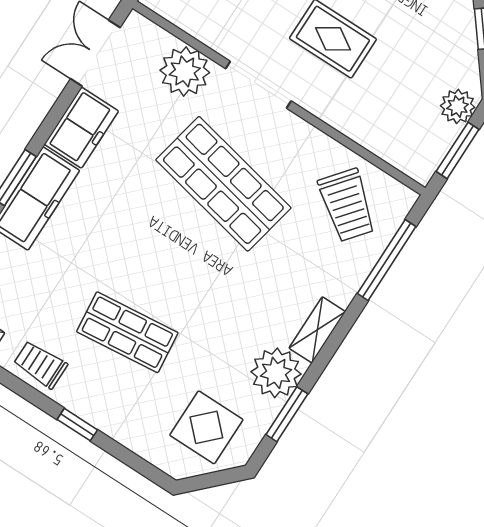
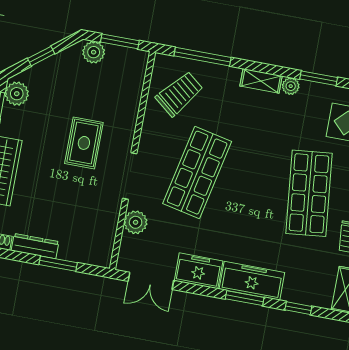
plant: (185, 71) -> (136, 222), width x0.73, depth x0.73
shop shelf: (127, 332) -> (309, 193), width x1.43, depth x1.36
plant: (276, 373) -> (291, 86), width x0.53, depth x0.53

